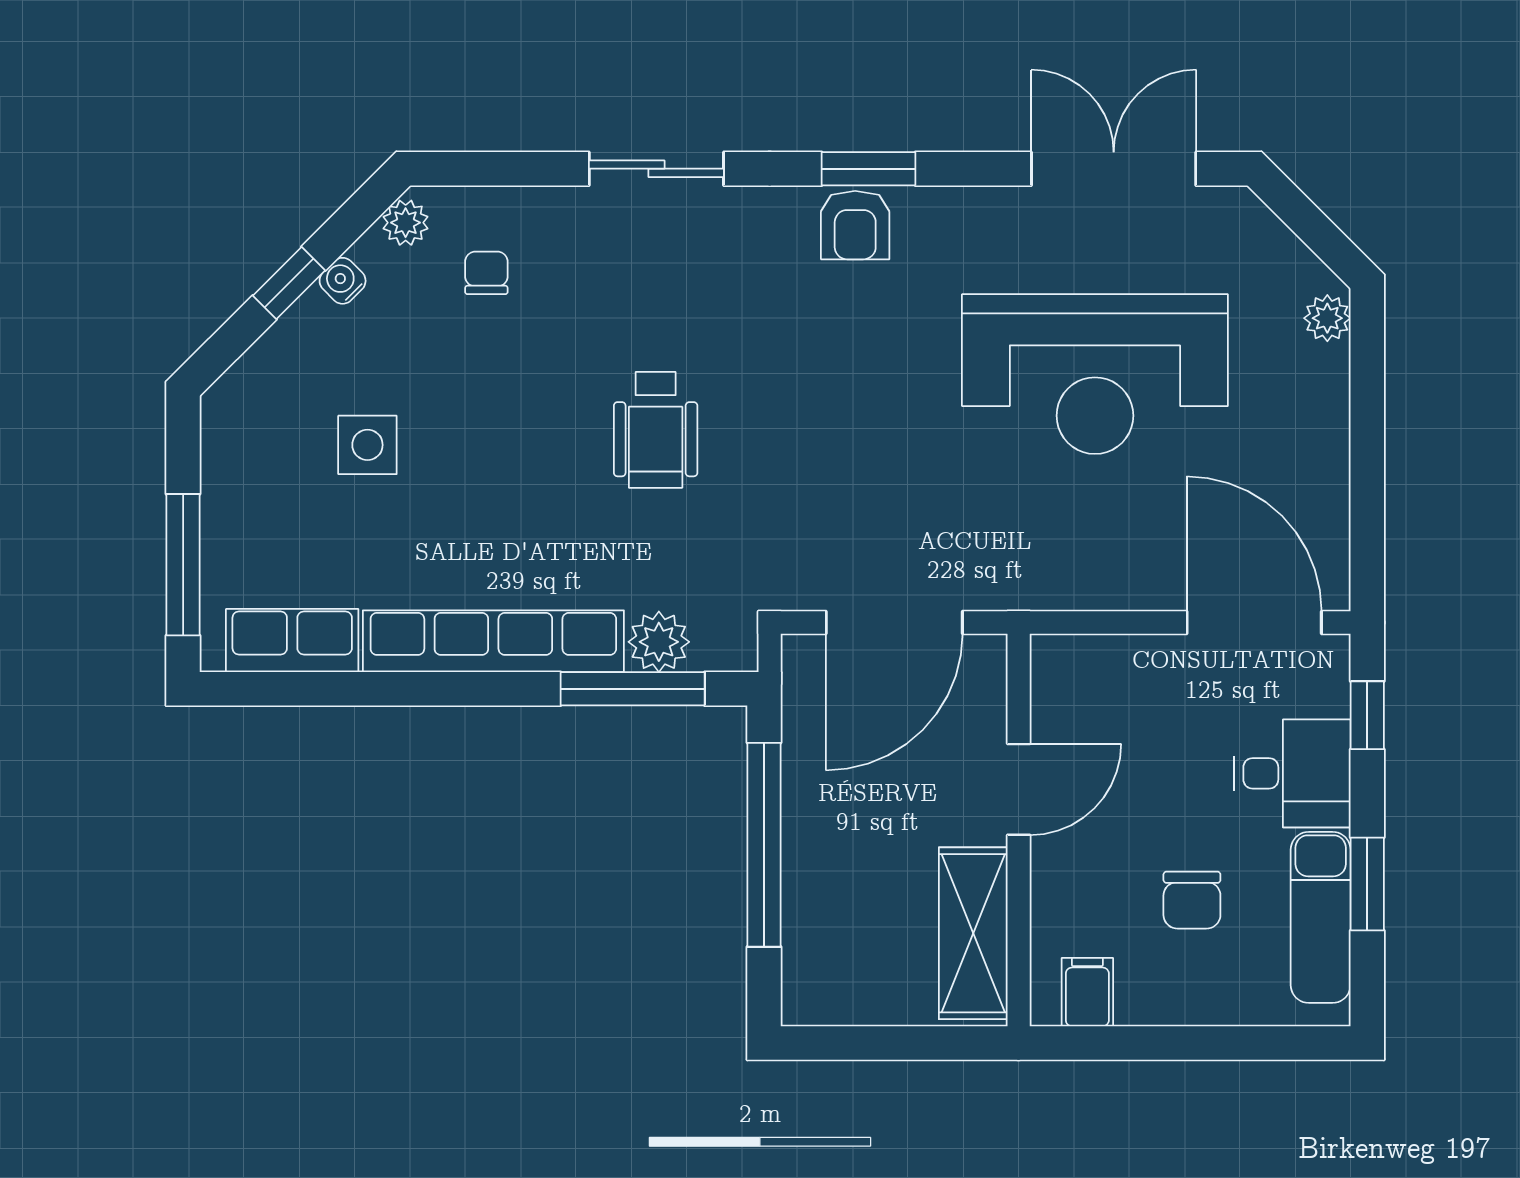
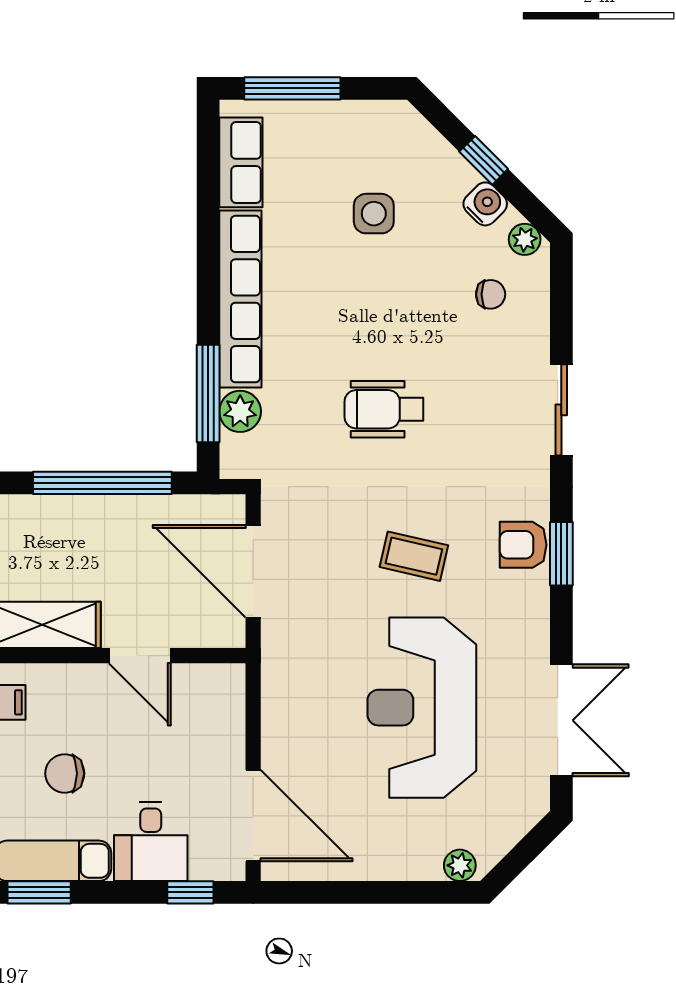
water cooler: (343, 281) -> (485, 204), width x1.38, depth x1.38
coffee table: (872, 386) -> (414, 556), added
door: (1254, 622) -> (253, 816), hinge flipped
window: (1367, 884) -> (39, 892), moved

